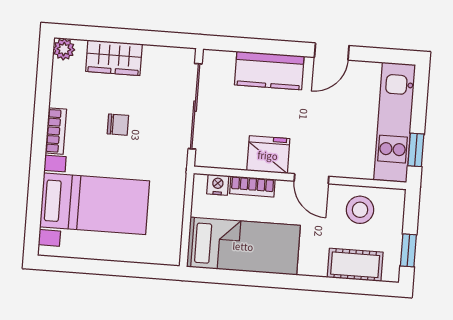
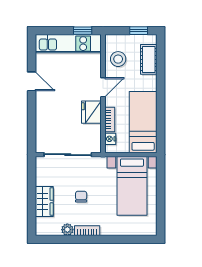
plant: (64, 49) -> (67, 230), moved
kitchen counter: (269, 71) -> (45, 115), removed
bed with nightstands: (95, 204) -> (132, 186), moved, turned 180

